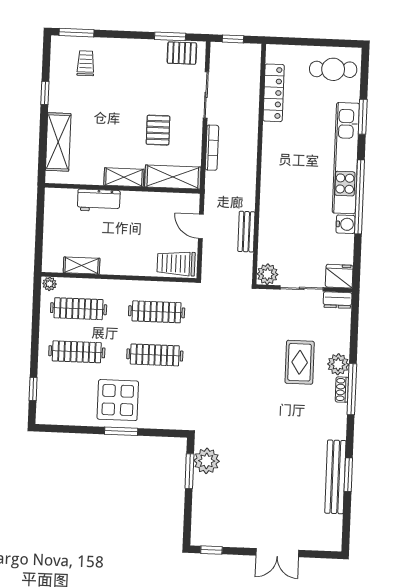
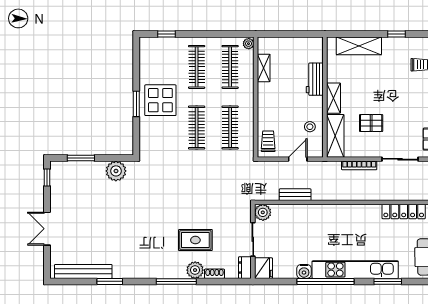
stool: (160, 209) -> (310, 127), added
trolley: (176, 264) -> (268, 141), width x0.73, depth x0.72
shoe rack: (342, 390) -> (214, 274), moved
window: (189, 471) -> (81, 158), moved
bench: (335, 477) -> (83, 271), moved

